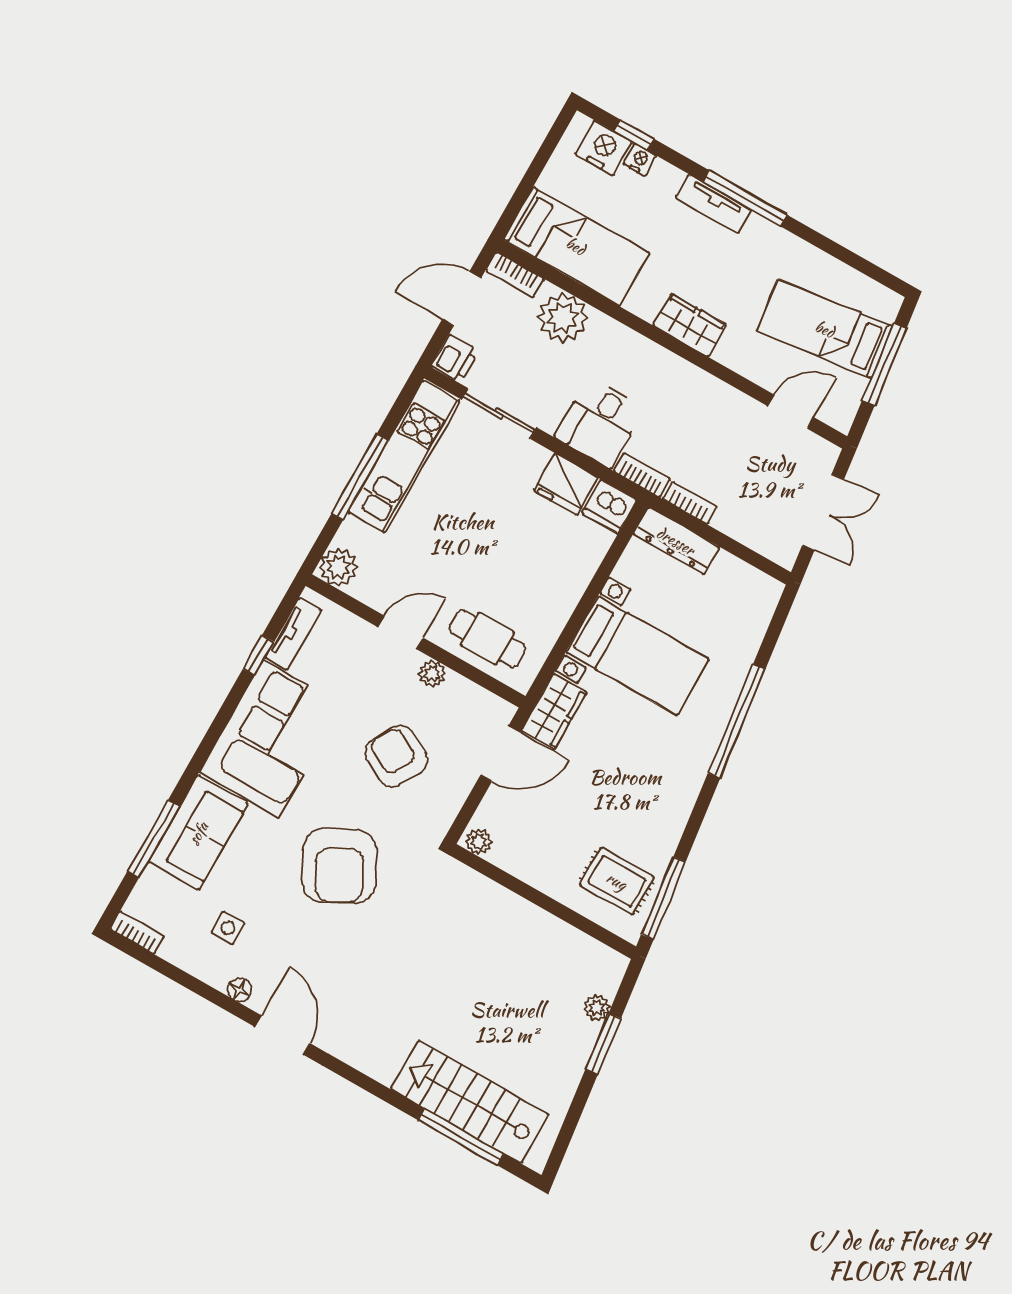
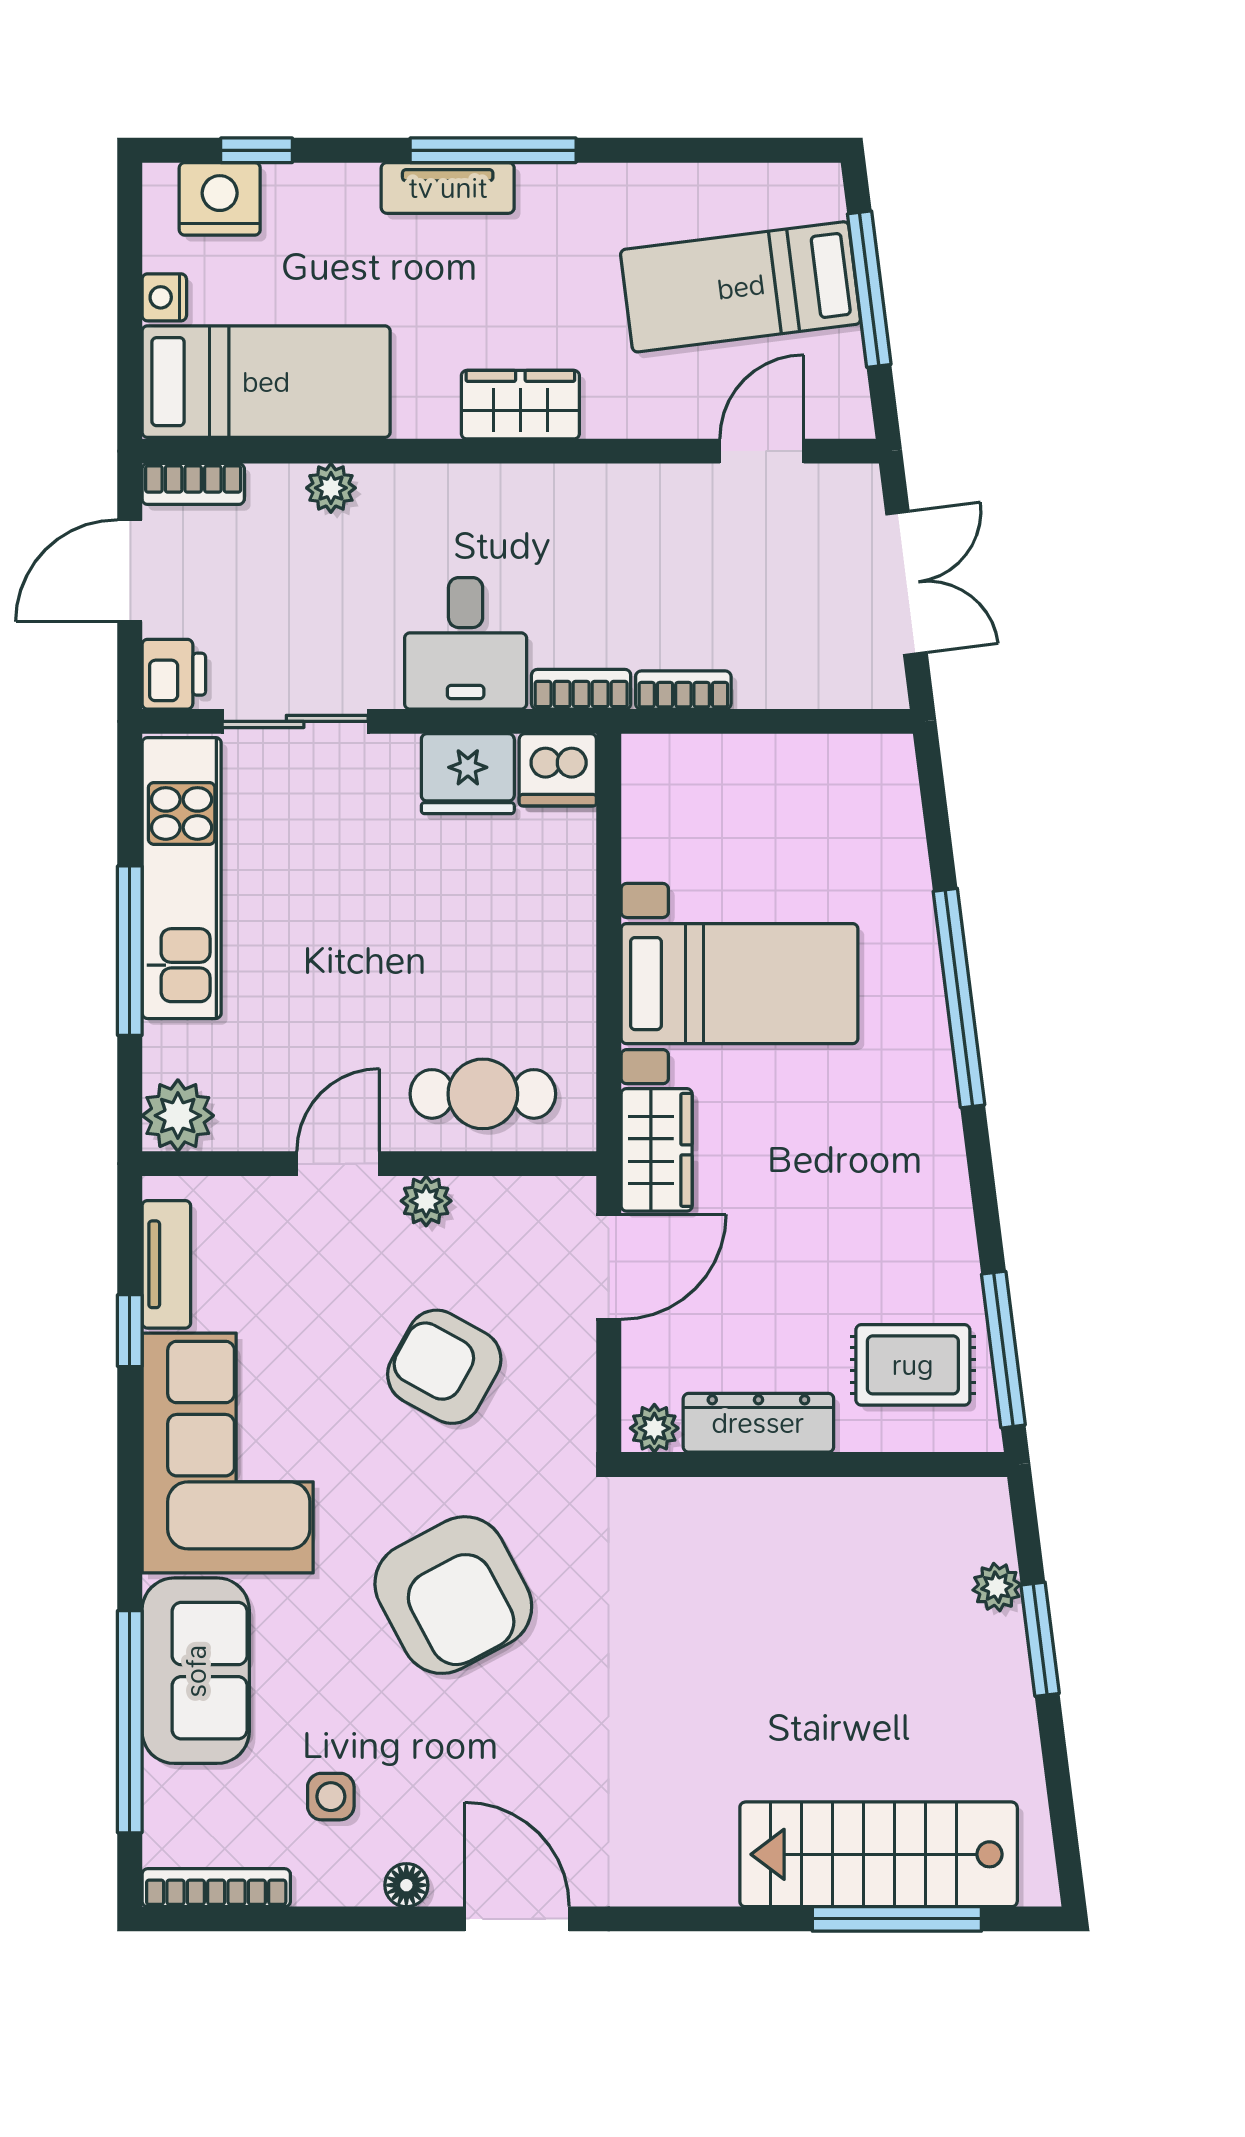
nightstand: (640, 160) -> (164, 297), moved, turned -90
plant: (563, 318) -> (331, 488), width x0.53, depth x0.53
dresser: (676, 541) -> (758, 1423), moved, turned 180
window: (154, 839) -> (130, 1722), width x1.46
bookcase: (137, 933) -> (216, 1888), width x1.56

